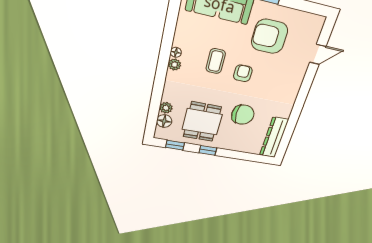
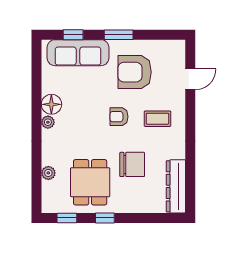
floor lamp: (176, 52) -> (51, 104), width x1.89, depth x1.89
coffee table: (216, 61) -> (157, 119), moved, turned 90
armchair: (243, 73) -> (119, 117), turned -90
floor lamp: (164, 121) -> (49, 189), removed

